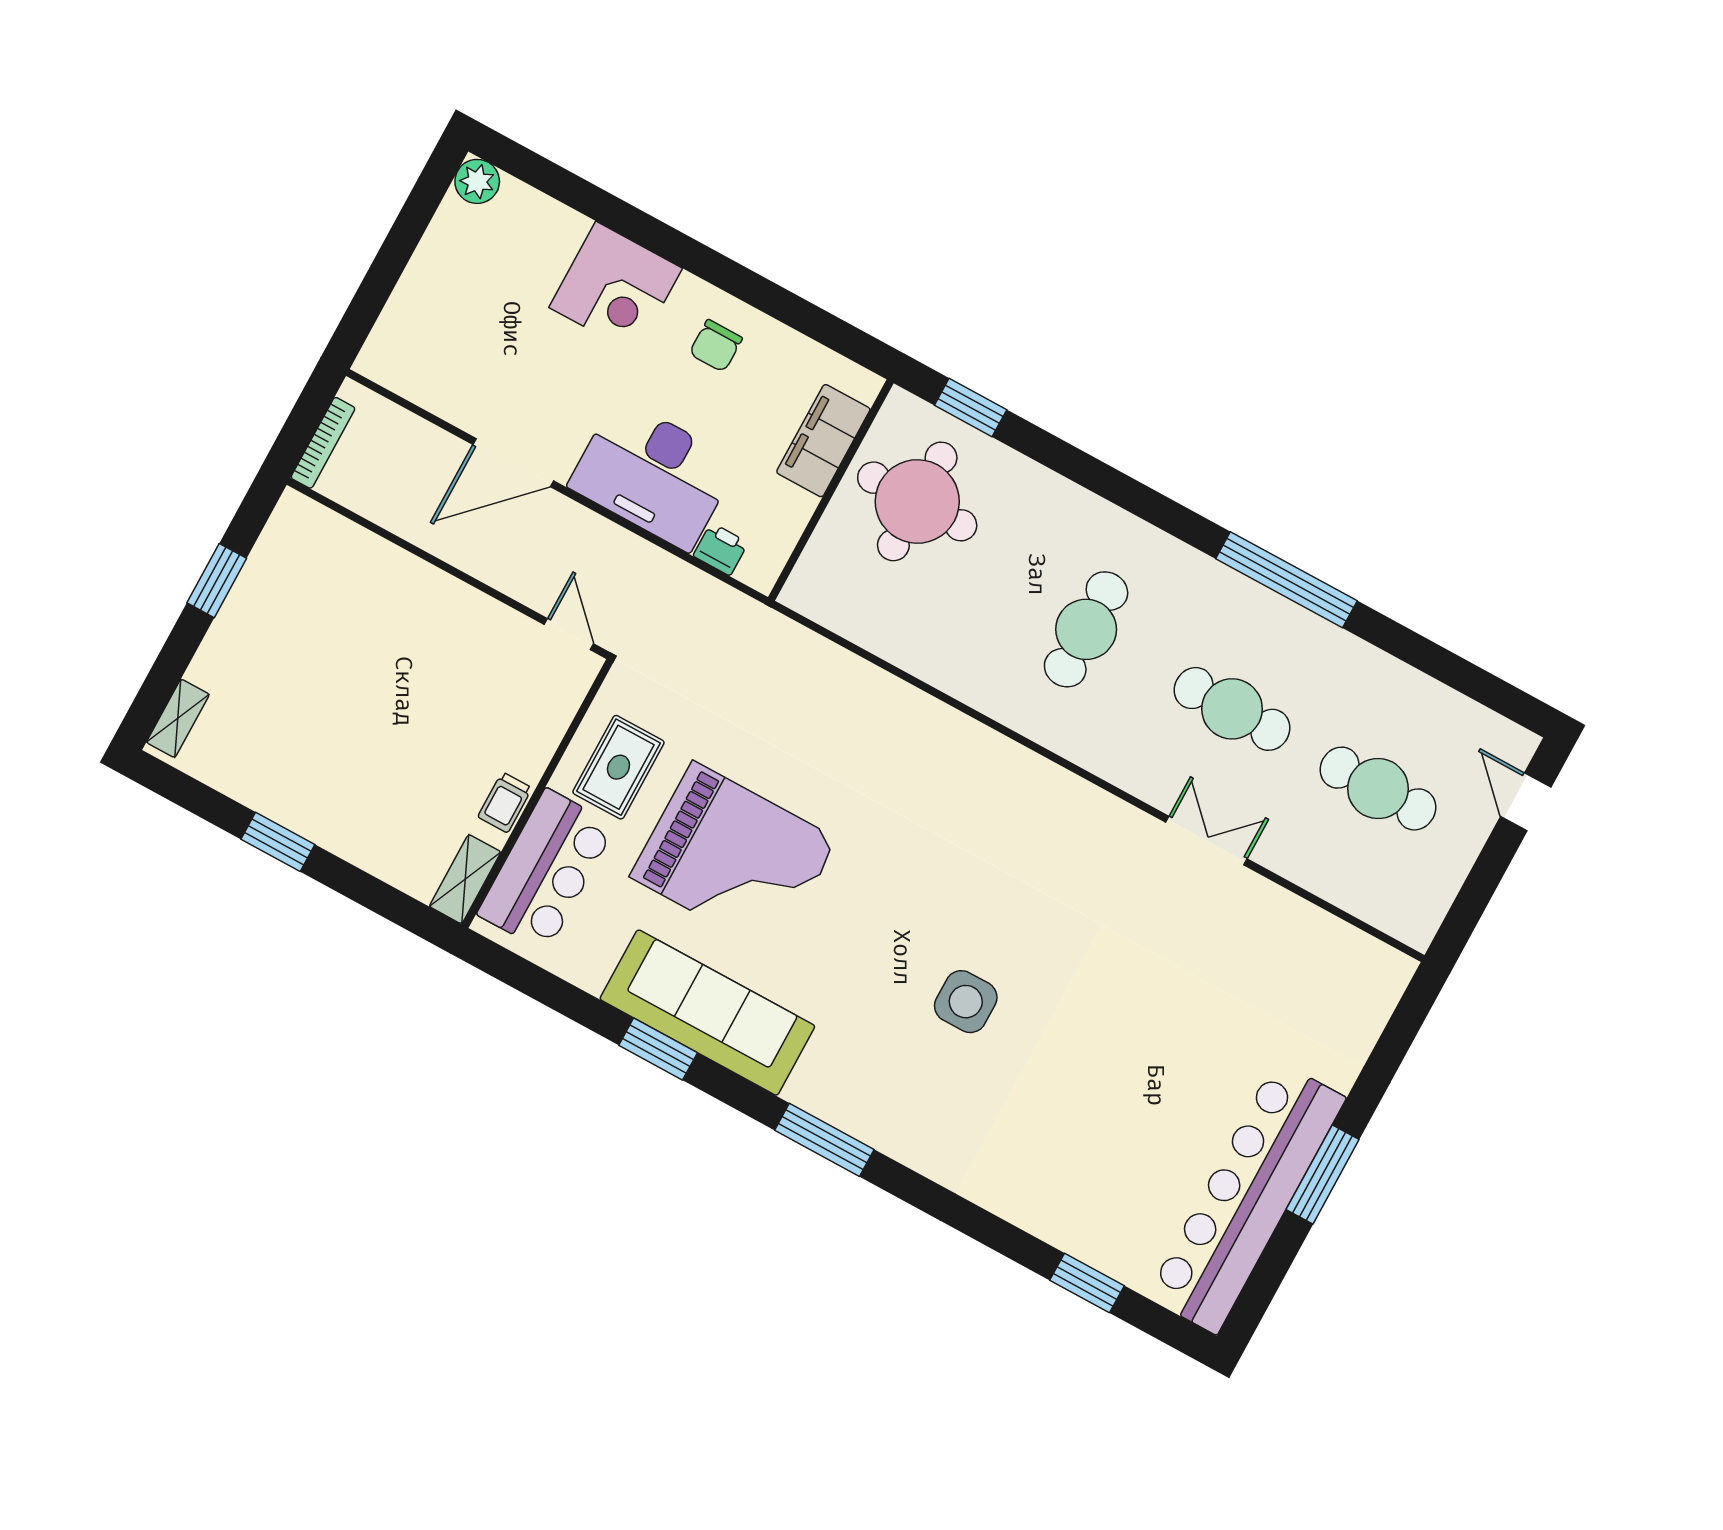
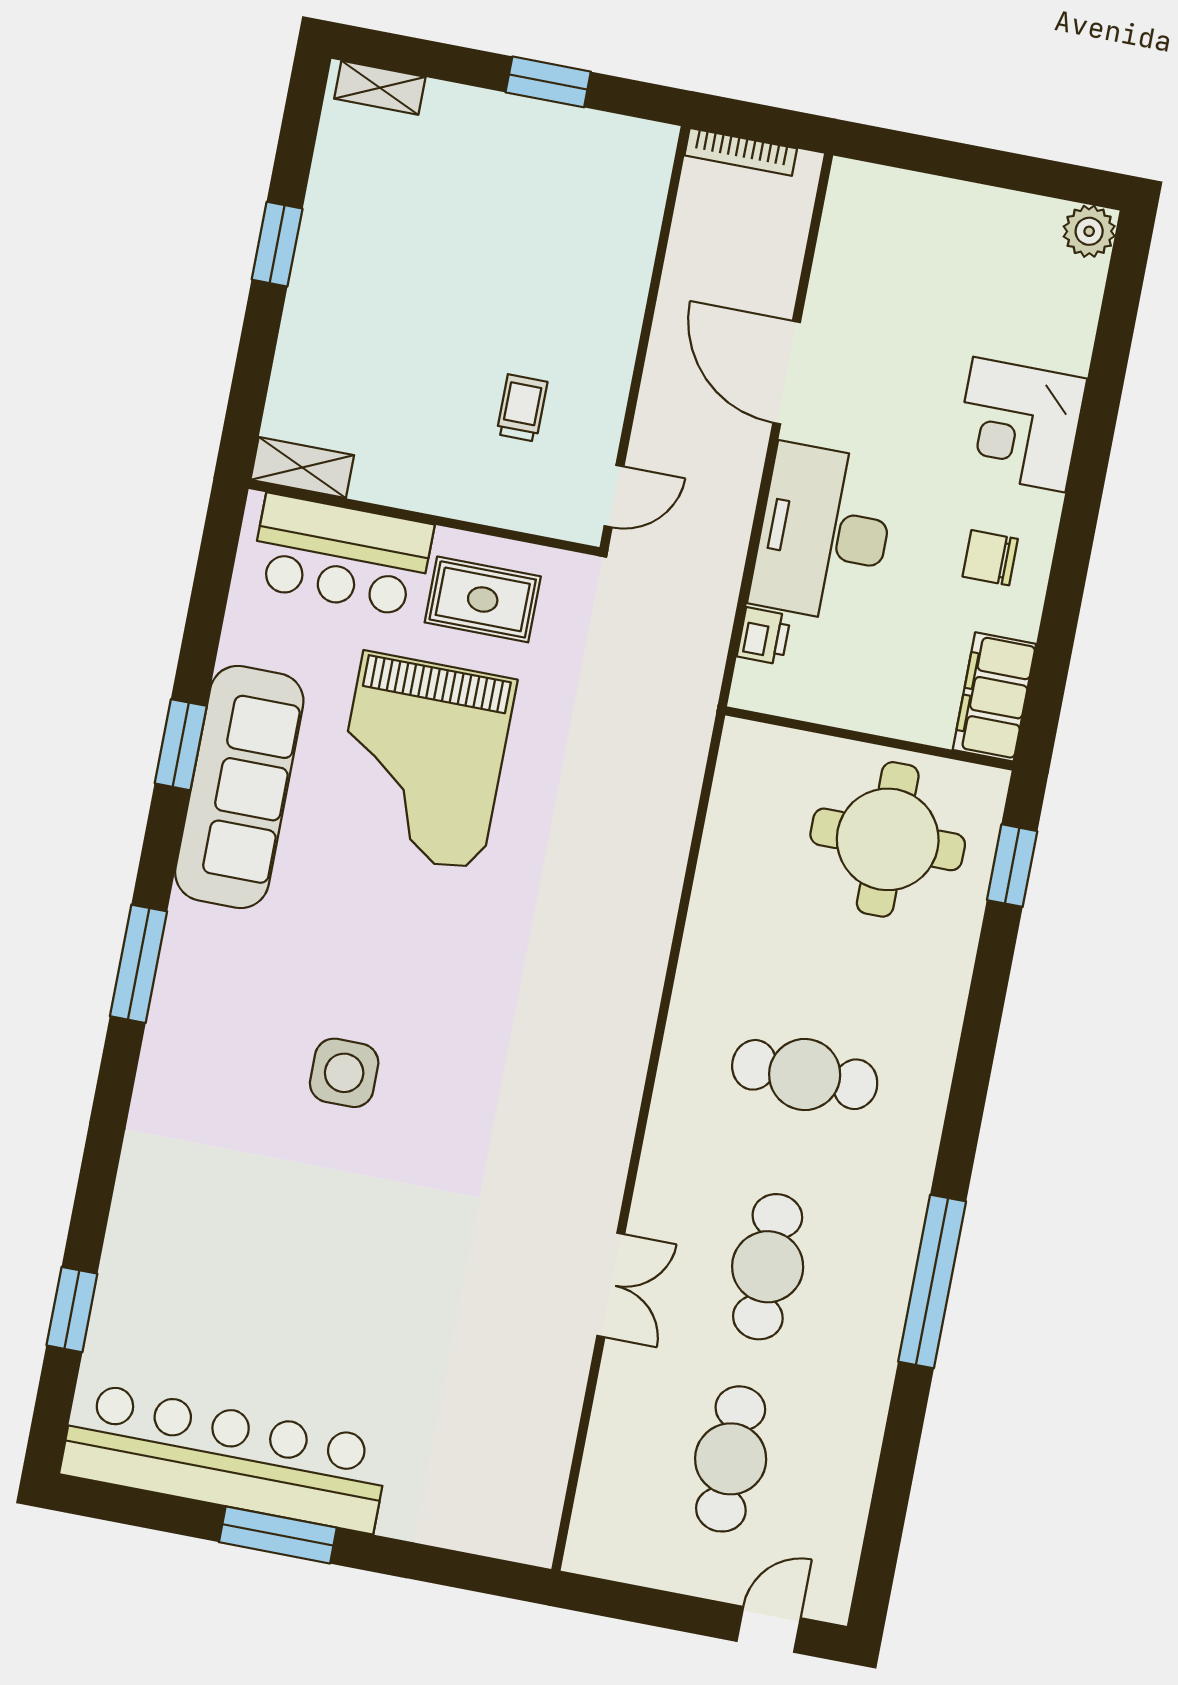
filing cabinet: (823, 441) -> (994, 697), moved, turned -90
trolley: (505, 802) -> (522, 408), moved, turned 90

